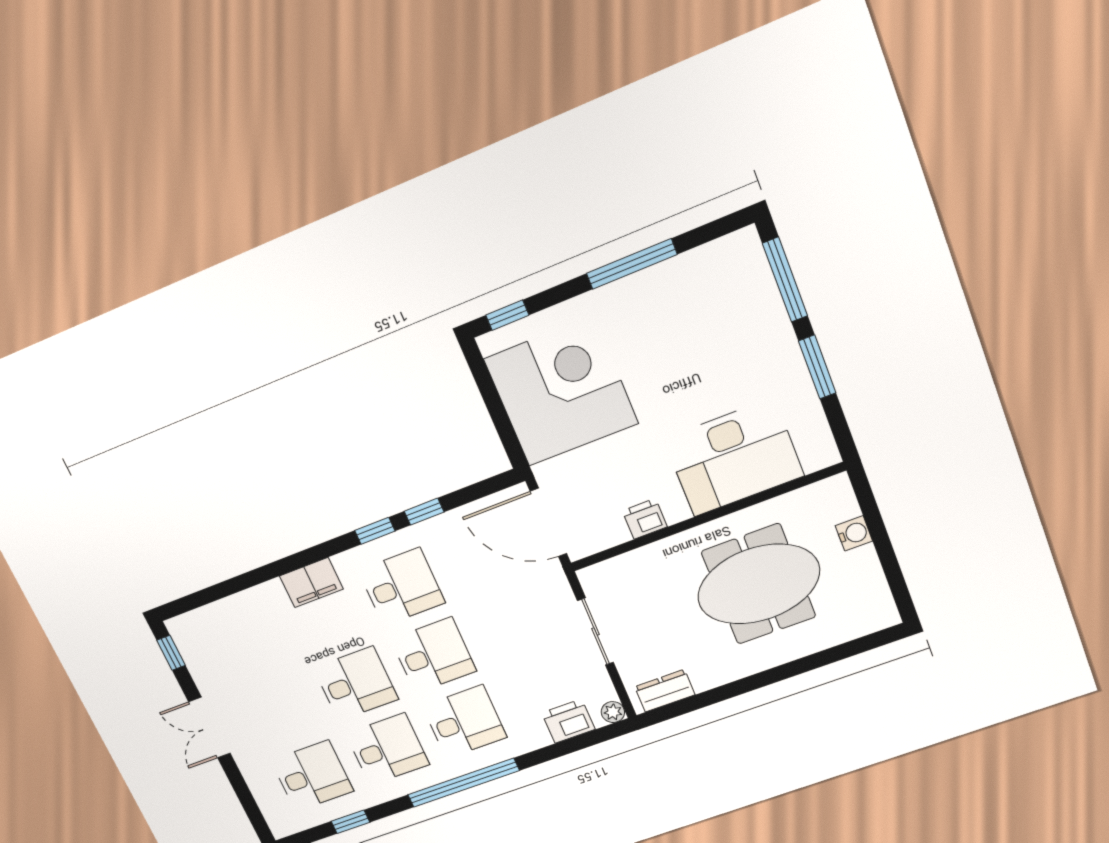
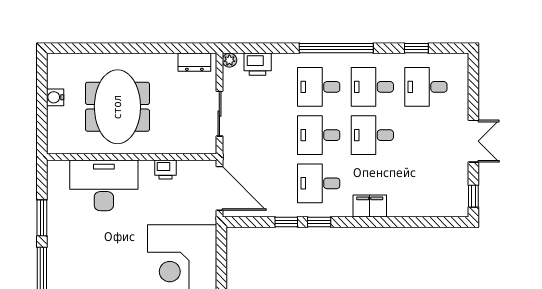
water cooler: (854, 533) -> (55, 97), moved
meeting table: (759, 584) -> (117, 107), turned 90

